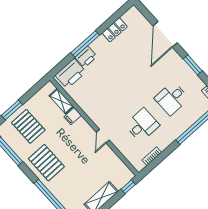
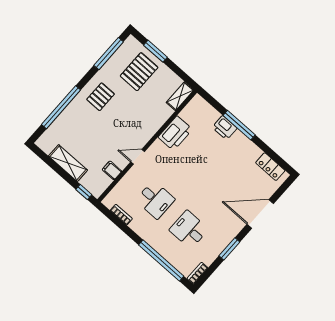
locker: (115, 30) -> (270, 167), moved
printer: (71, 74) -> (175, 133), moved, turned -90
shelving: (61, 101) -> (180, 96), moved
filing cabinet: (73, 116) -> (112, 170), moved
pallet: (46, 163) -> (101, 97), width x0.67, depth x0.71

